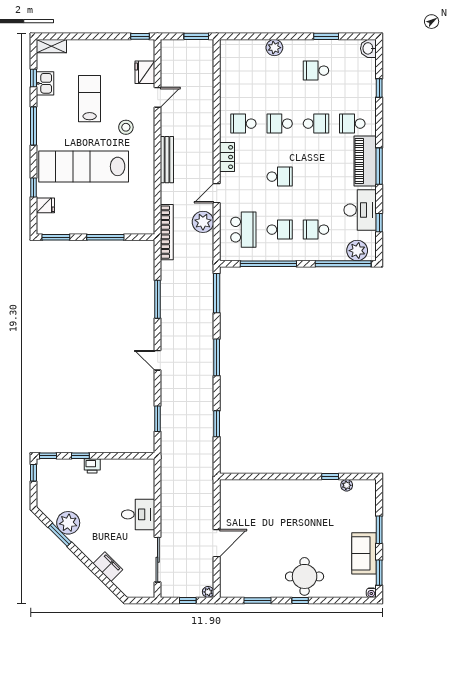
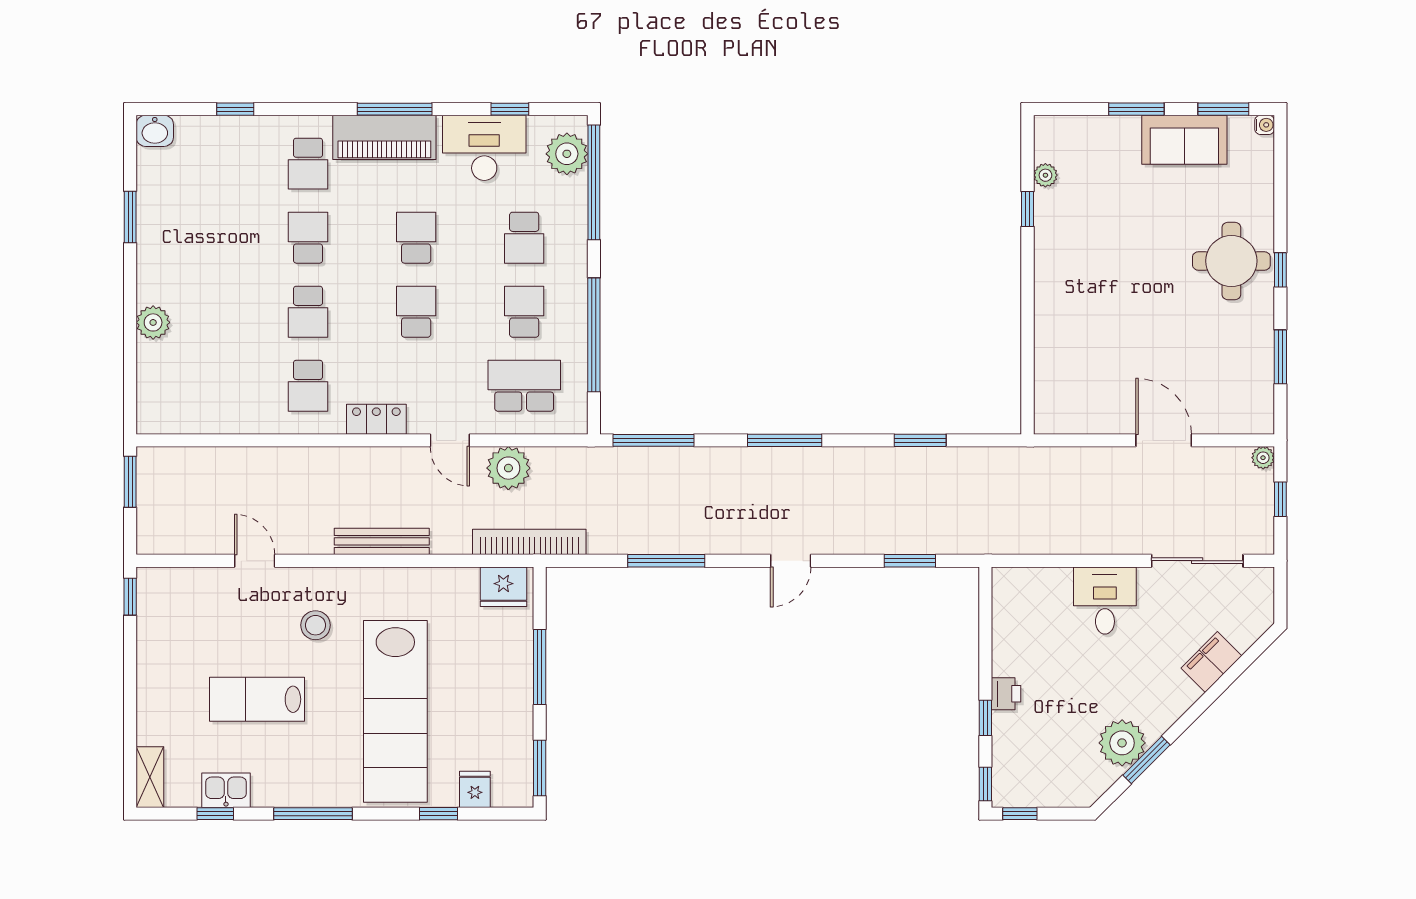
school desk: (316, 71) -> (416, 238), moved, turned 180
fridge: (145, 72) -> (503, 587), moved

